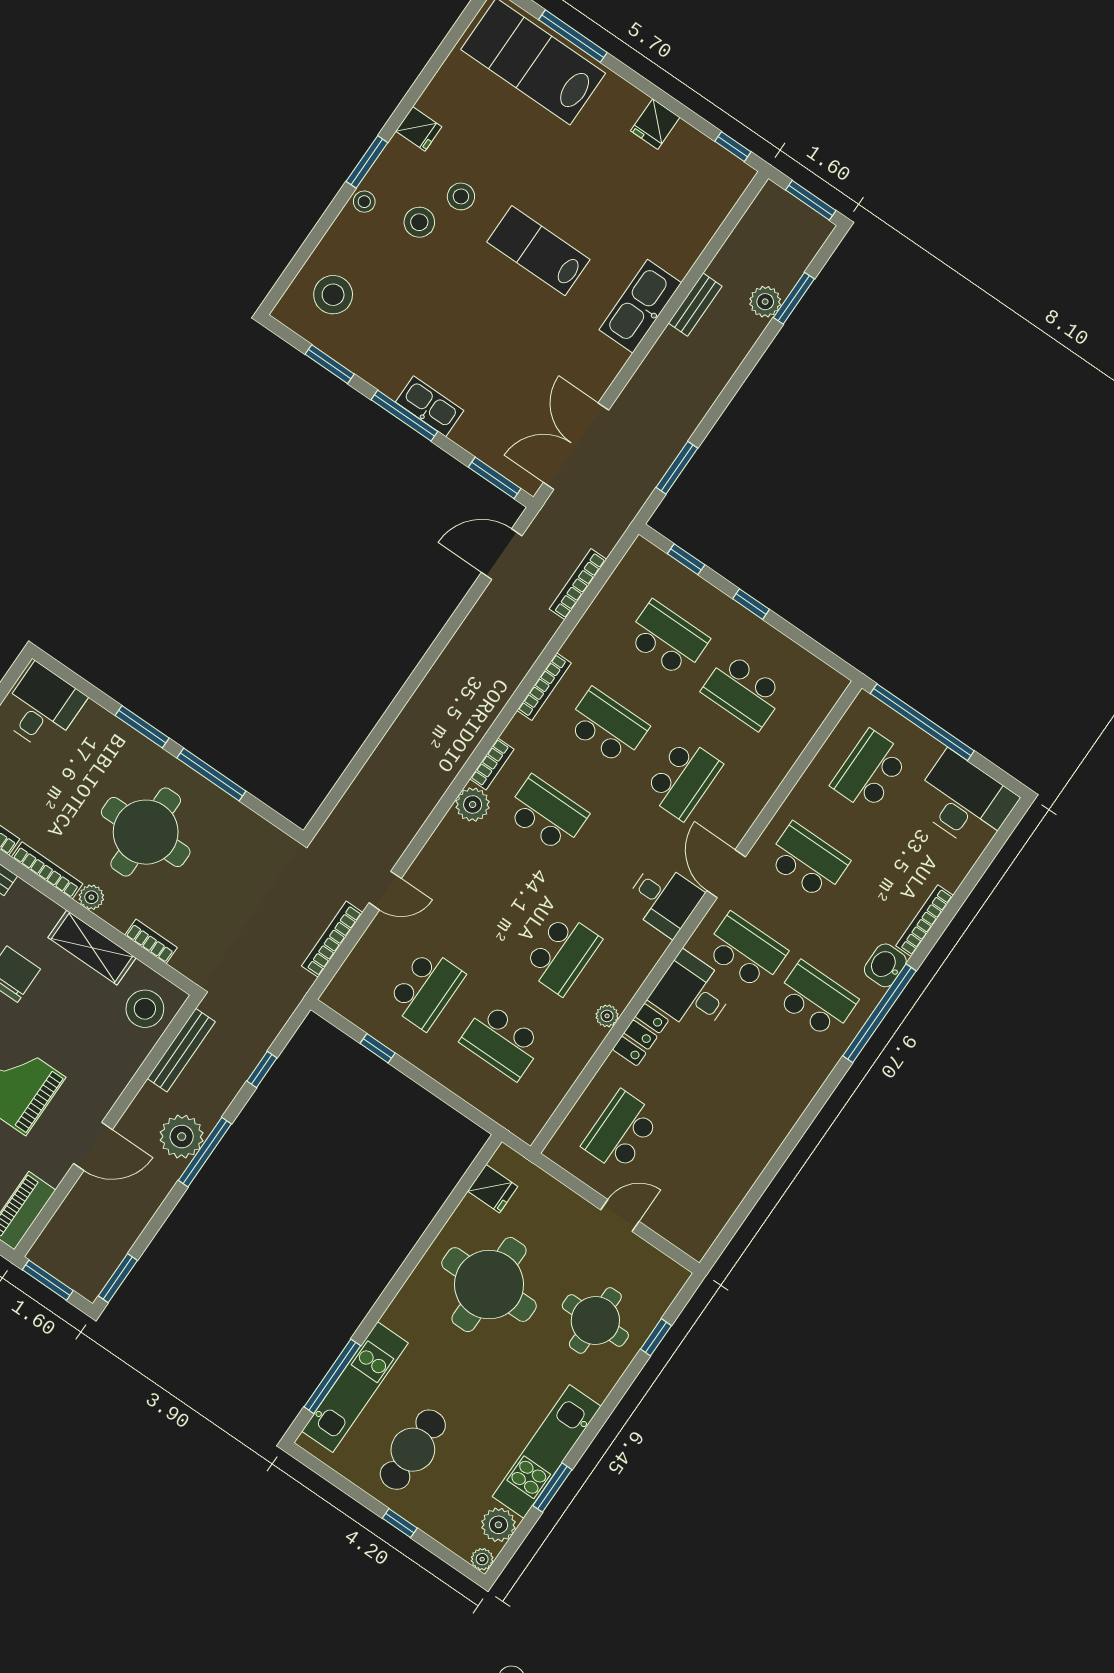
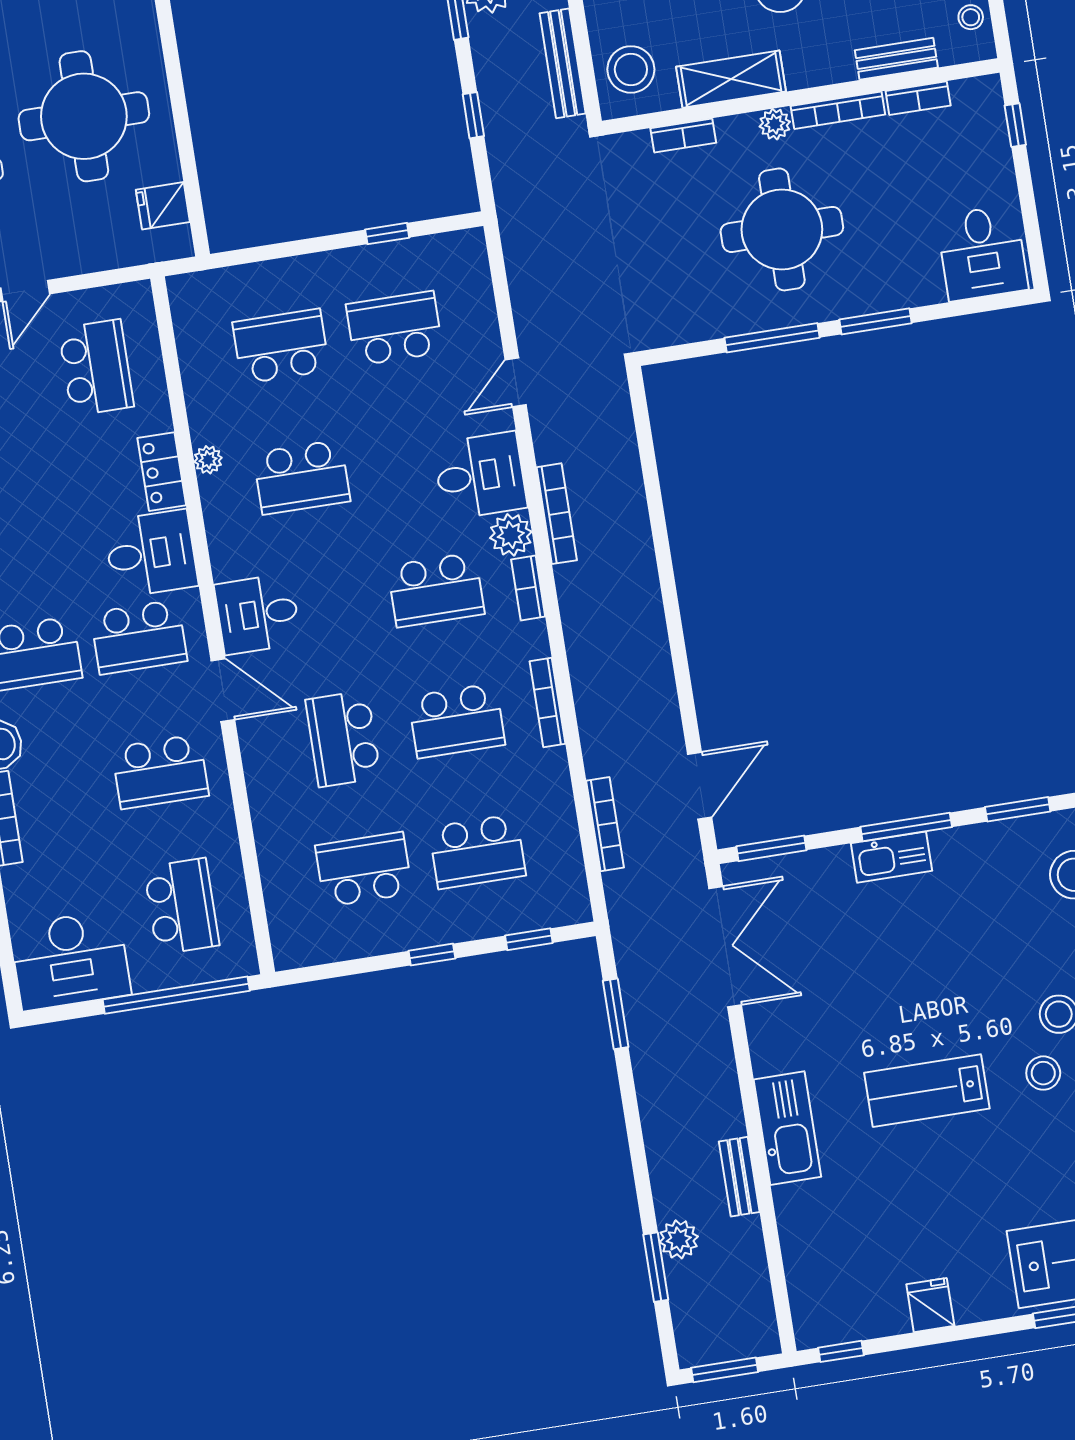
lab bench: (538, 251) -> (927, 1091), turned 180
desk: (458, 856) -> (480, 476), added
bookcase: (332, 939) -> (557, 514), moved
school desk: (562, 954) -> (302, 477), turned -90
school desk: (426, 989) -> (394, 328), turned 90

